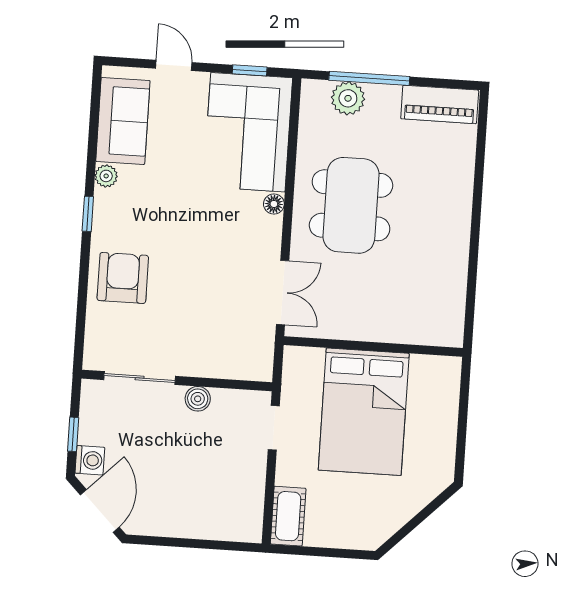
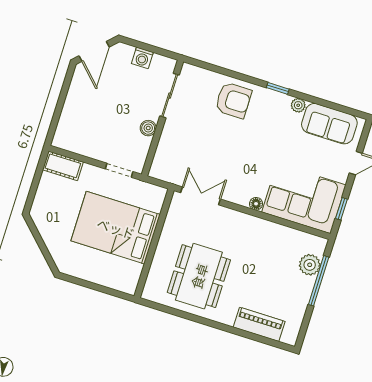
piano: (440, 104) -> (259, 324), moved, turned 90
dining table: (351, 205) -> (199, 276), moved, turned 90
double door: (283, 293) -> (201, 196), swing flipped
window: (73, 434) -> (145, 47), removed
washing machine: (90, 460) -> (142, 58), moved
door: (100, 511) -> (94, 51), hinge flipped

